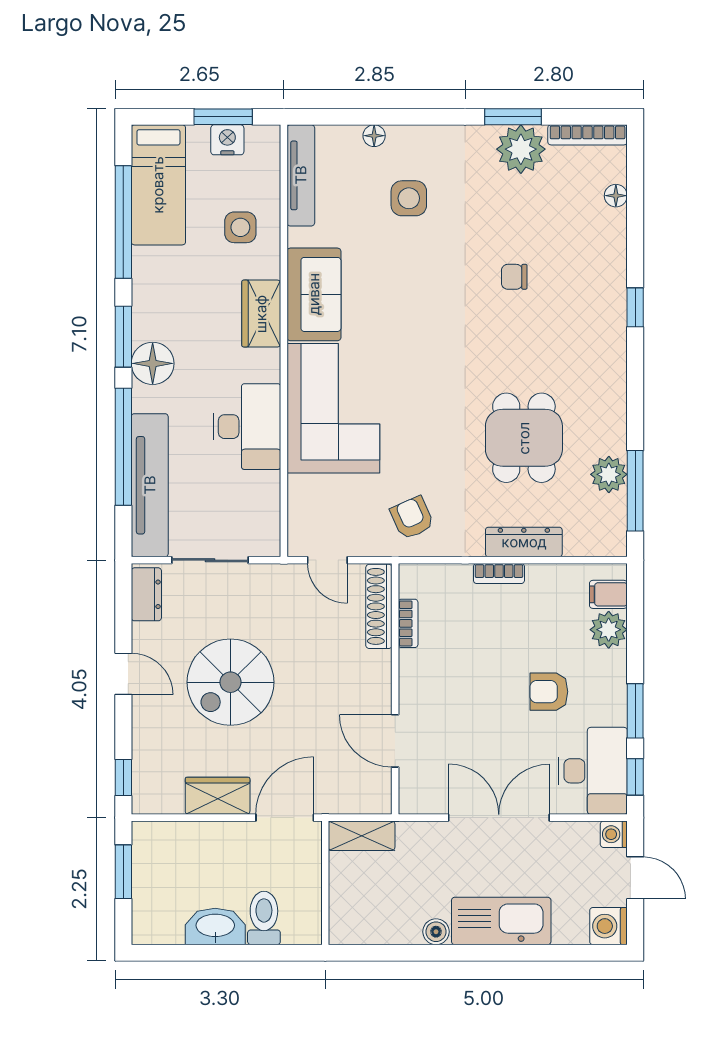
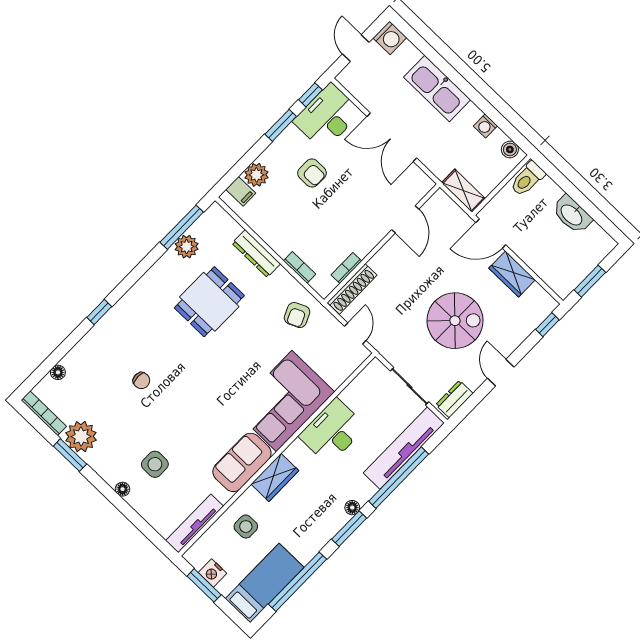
floor lamp: (374, 136) -> (123, 489), moved
floor lamp: (153, 363) -> (352, 508), width x0.53, depth x0.53
bookcase: (499, 573) -> (300, 267), moved
washing machine: (614, 834) -> (485, 126), moved, turned 90
toilet: (264, 918) -> (527, 179), moved
boiler: (436, 932) -> (510, 149), moved

